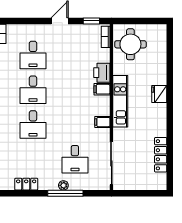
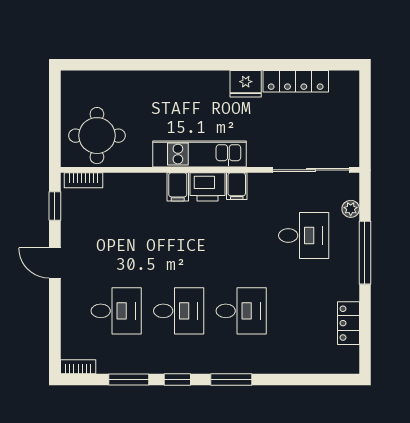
printer: (102, 73) -> (207, 187), moved
fridge: (159, 94) -> (246, 84), moved
plant: (63, 185) -> (351, 209), moved

